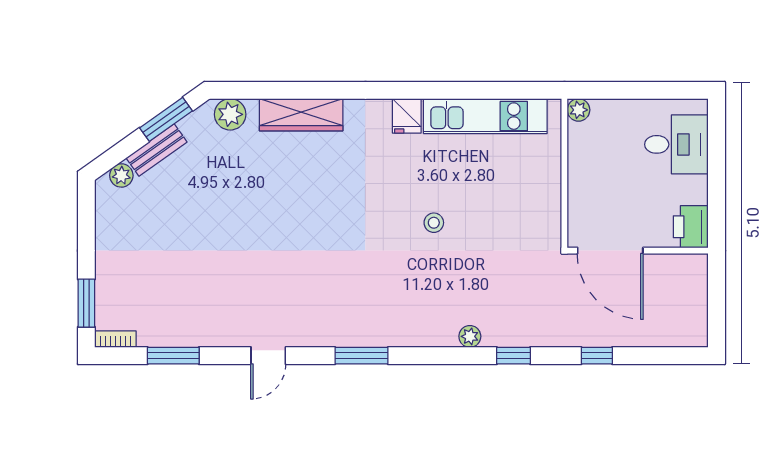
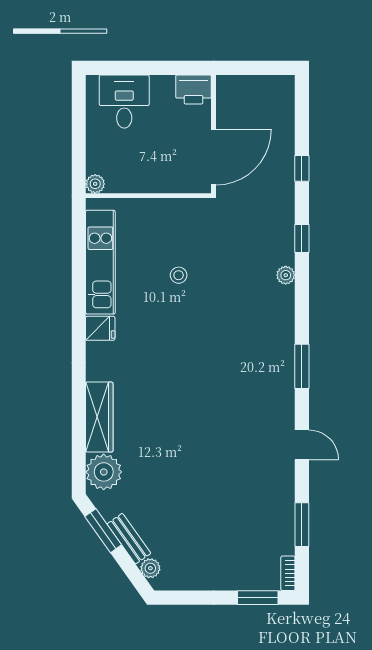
plant: (230, 114) -> (104, 472), width x1.36, depth x1.36
stool: (434, 223) -> (179, 275), moved

